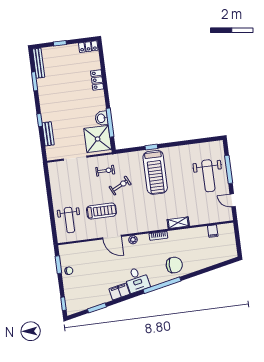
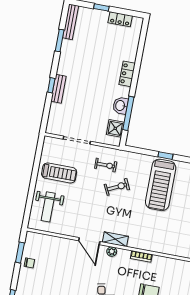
locker: (88, 47) -> (120, 19), moved
locker: (97, 80) -> (127, 74), moved
bench: (48, 134) -> (58, 89), moved
shower: (98, 139) -> (115, 128), width x0.54, depth x0.54
treadmill: (101, 211) -> (59, 173), moved
shelving: (178, 223) -> (115, 239), moved

